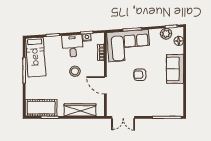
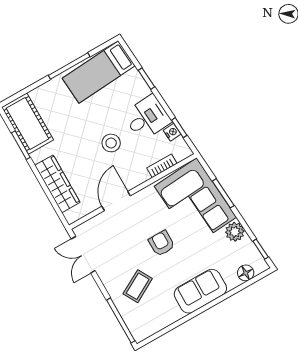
plant: (166, 34) -> (235, 232), moved
coffee table: (154, 99) -> (138, 286), added

